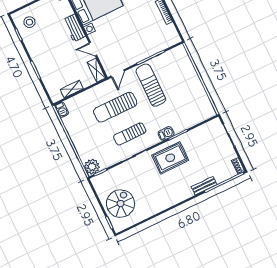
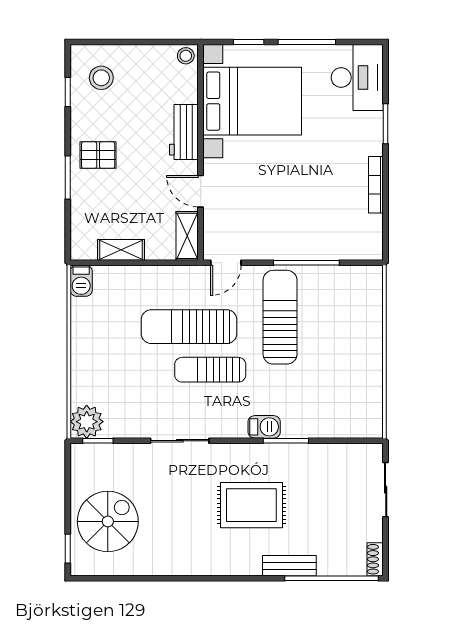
pallet: (44, 55) -> (98, 155), added
sun lounger: (130, 134) -> (210, 370), moved
rug: (170, 158) -> (251, 505), moved

